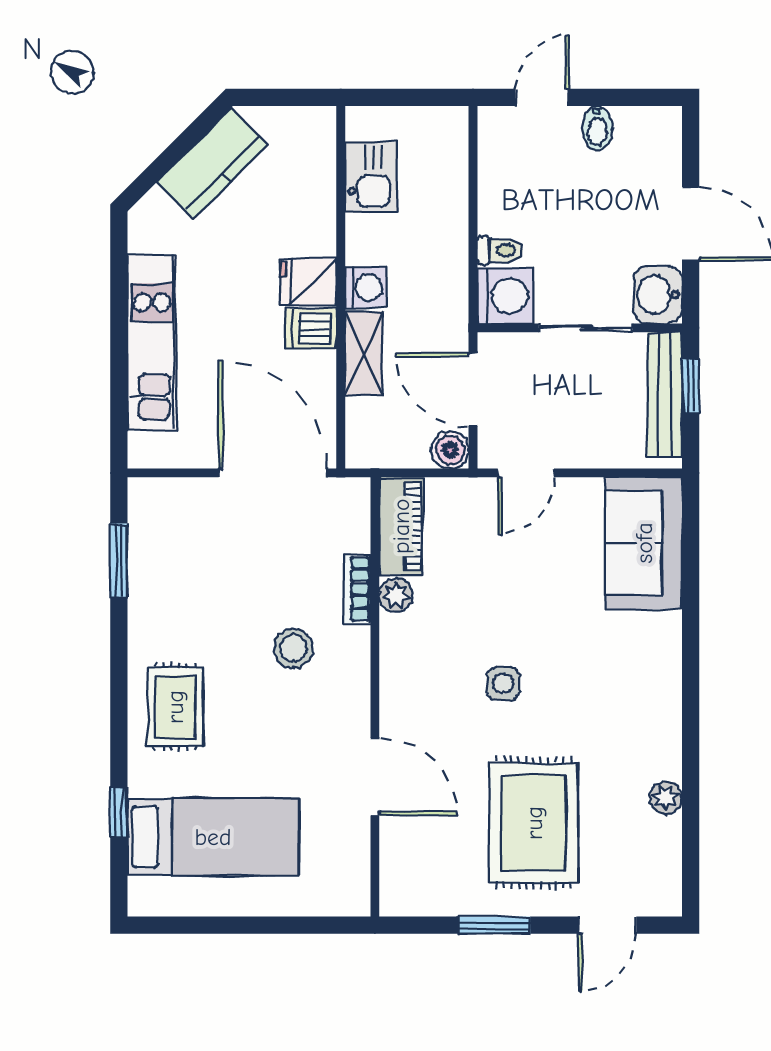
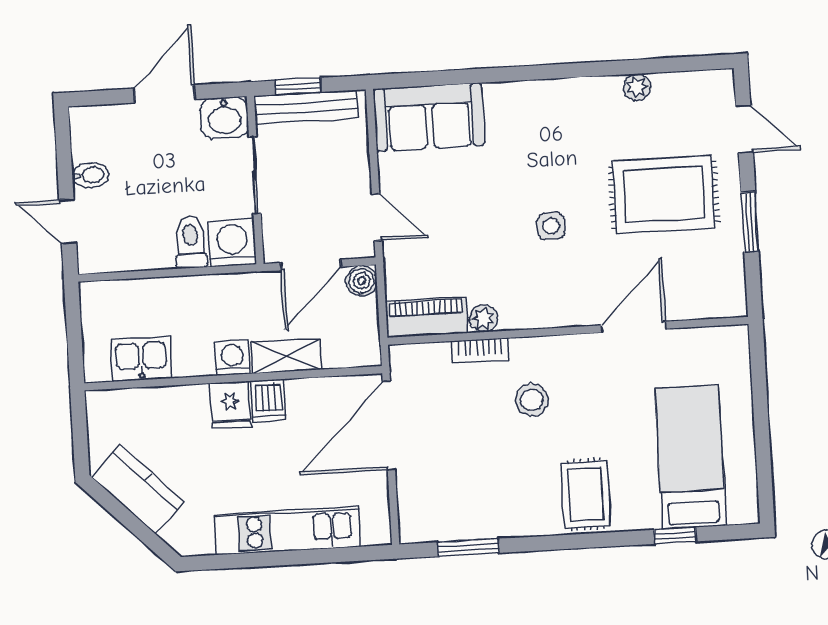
toilet: (500, 250) -> (191, 242), width x1.37, depth x1.39
rug: (175, 707) -> (586, 494), turned 90

